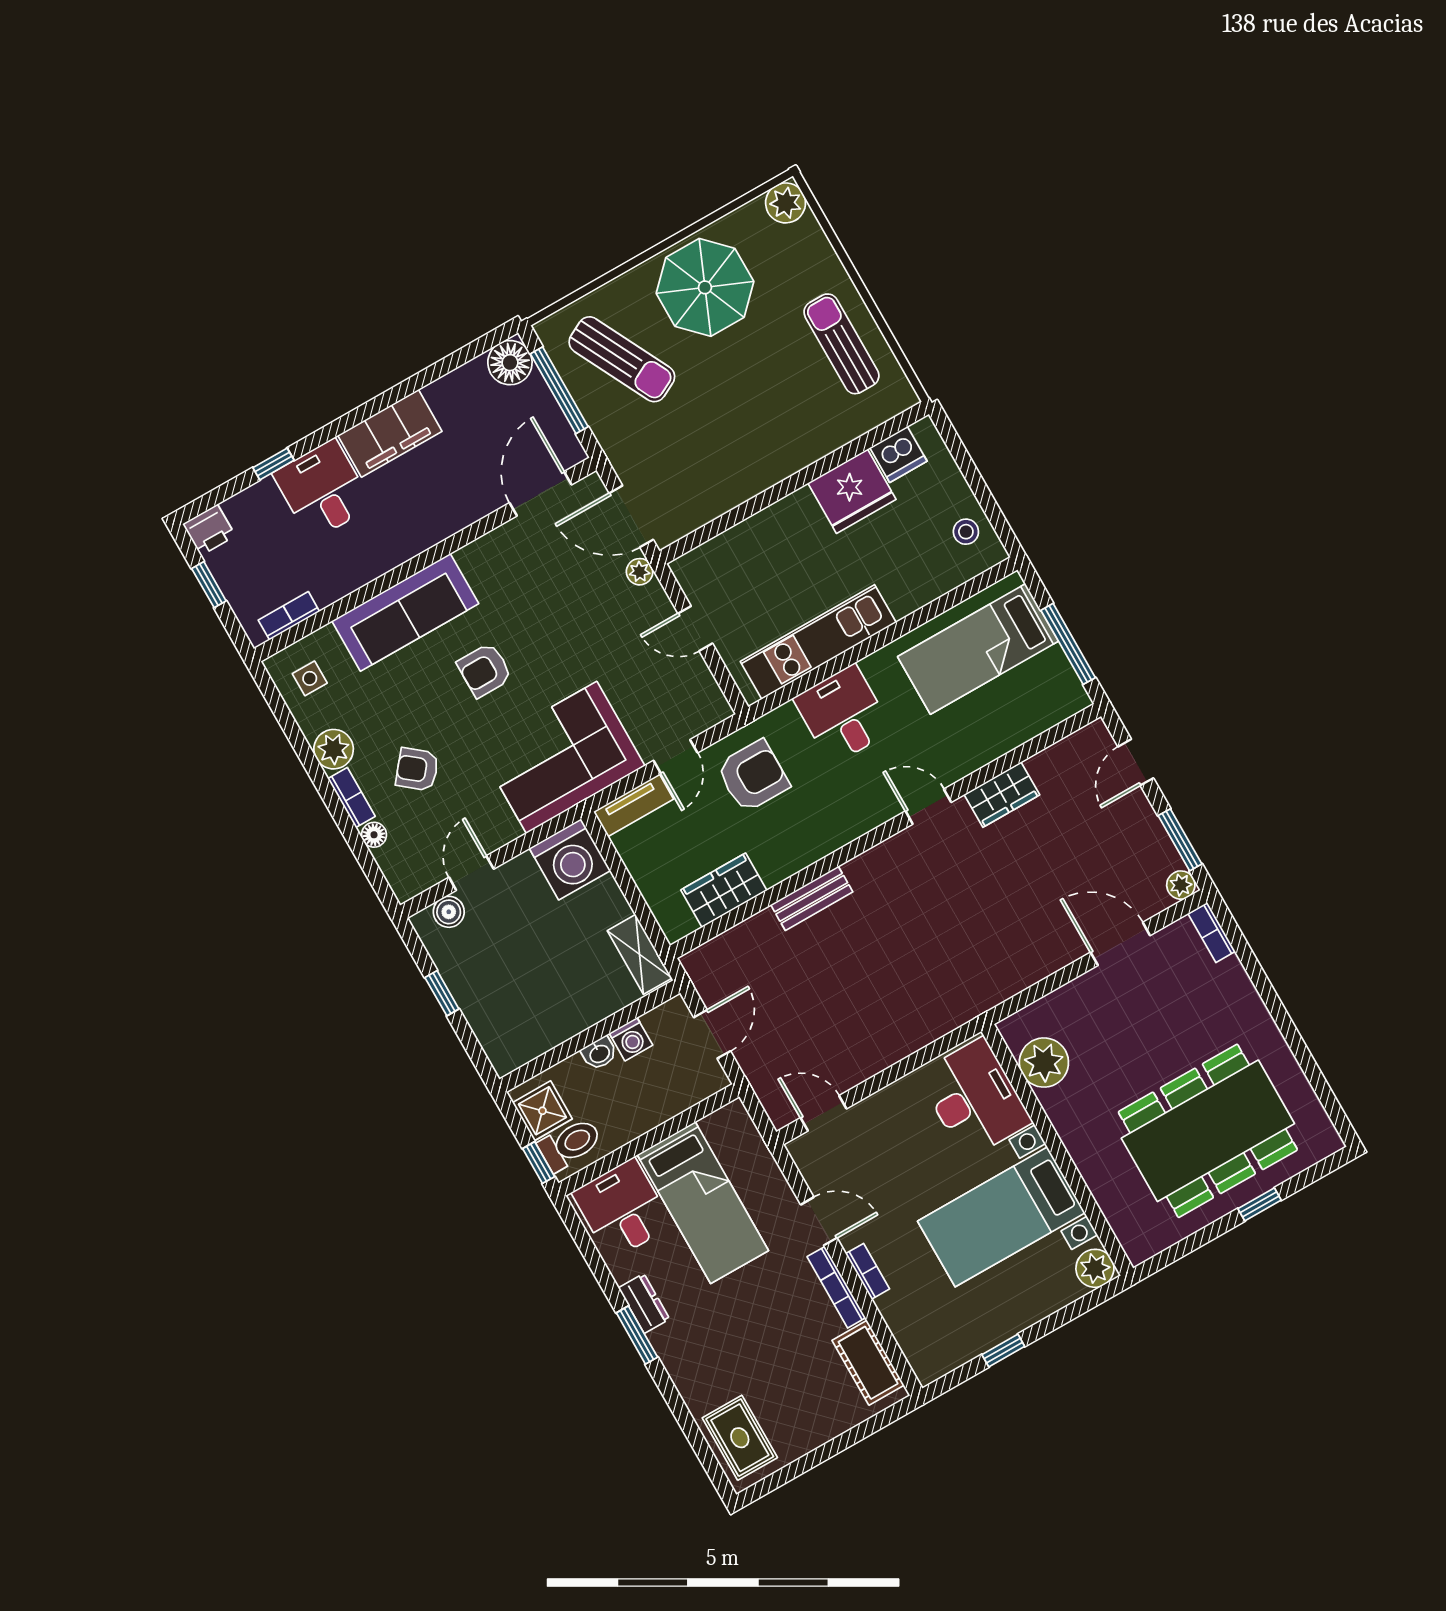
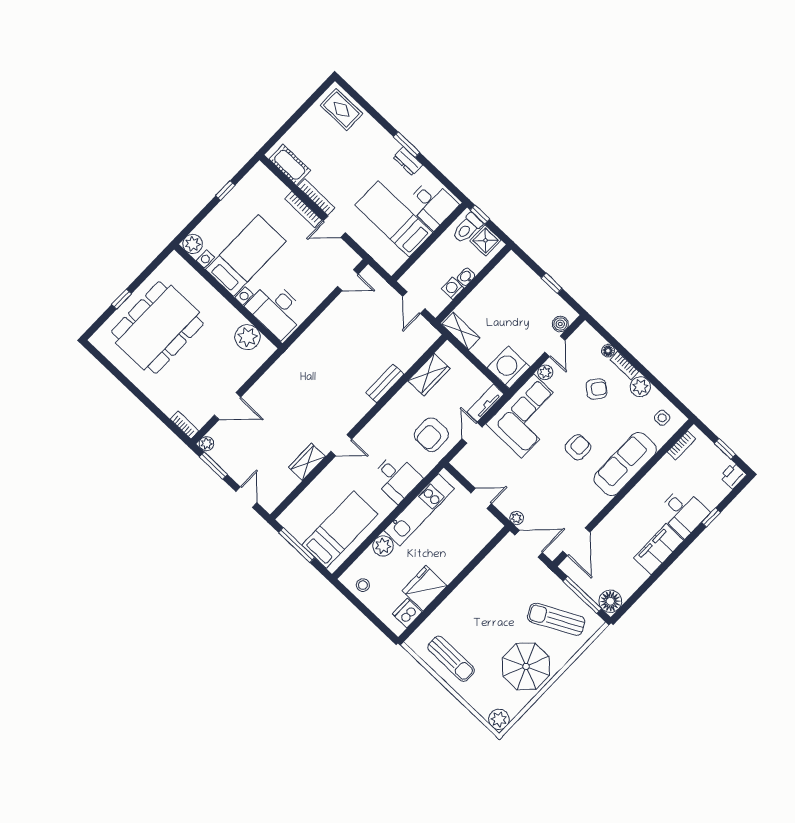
plant: (906, 594) -> (383, 546), added
plant: (504, 829) -> (545, 372), added
bookcase: (868, 1271) -> (303, 209), width x1.56

